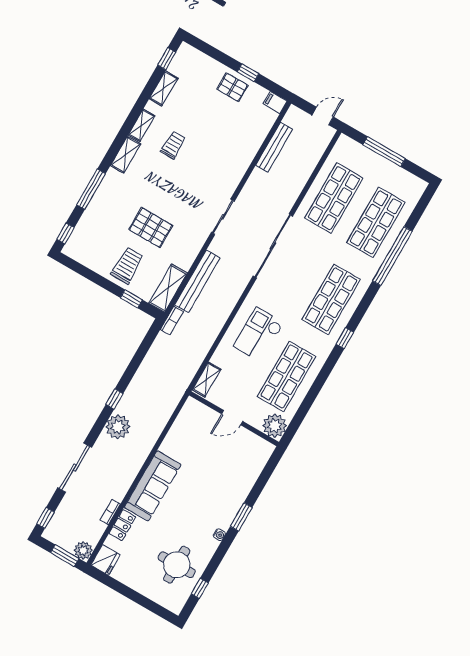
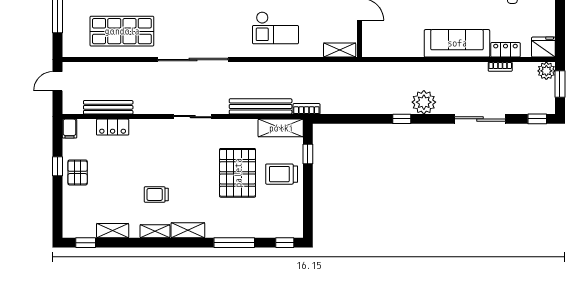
door: (323, 116) -> (57, 81), hinge flipped
locker: (254, 141) -> (113, 127), added
pallet: (151, 227) -> (238, 173), width x1.37, depth x1.41

